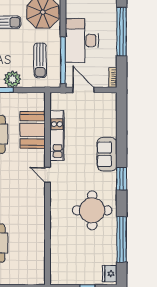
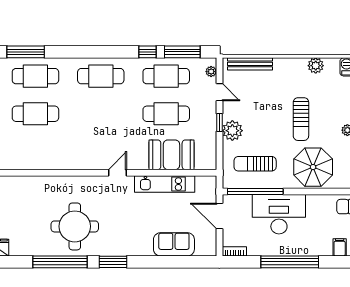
door: (83, 90) -> (219, 216), swing flipped
sofa: (107, 154) -> (174, 244), moved
window: (122, 239) -> (60, 262), moved

